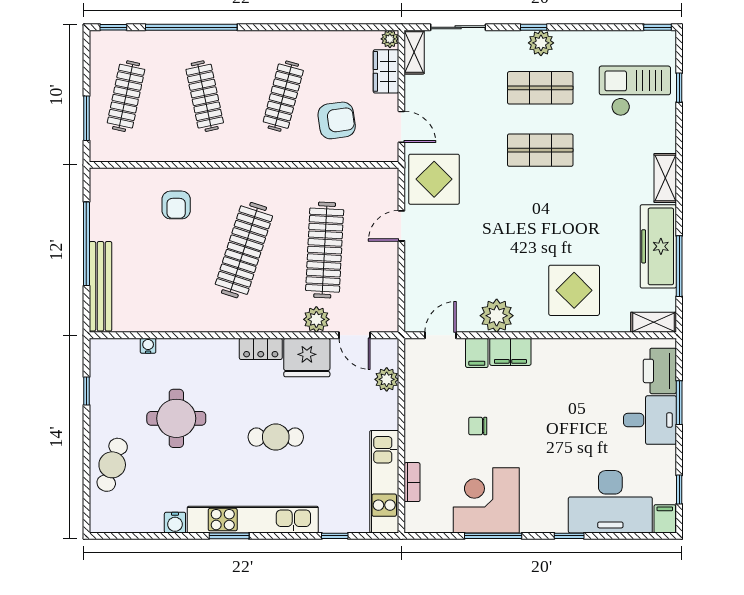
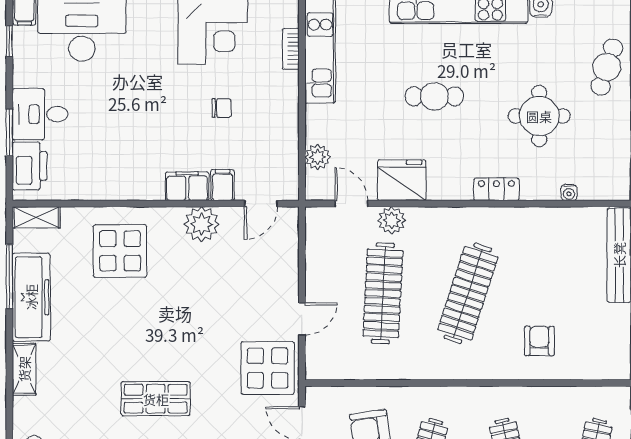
locker: (261, 349) -> (496, 189), moved

